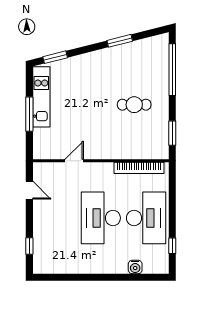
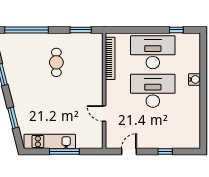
window: (55, 57) -> (13, 118), moved
desk: (101, 218) -> (153, 91), turned 180
window: (29, 246) -> (165, 152), moved
water cooler: (135, 267) -> (194, 79), moved

